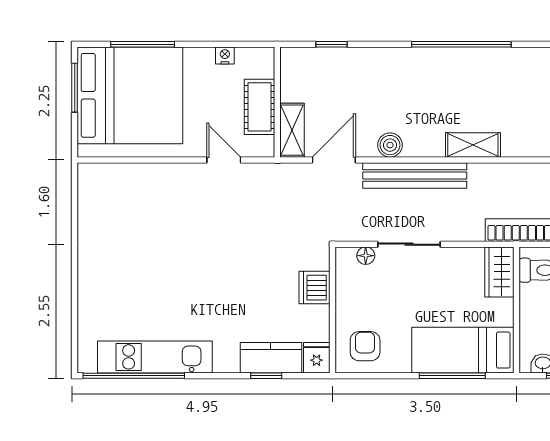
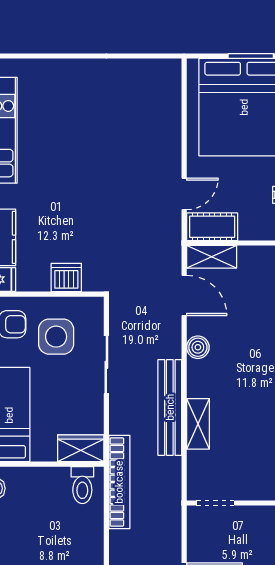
cot: (259, 107) -> (212, 227), moved
bench: (415, 175) -> (170, 407), moved
floor lamp: (366, 256) -> (96, 325), removed
side table: (378, 299) -> (56, 337), added

